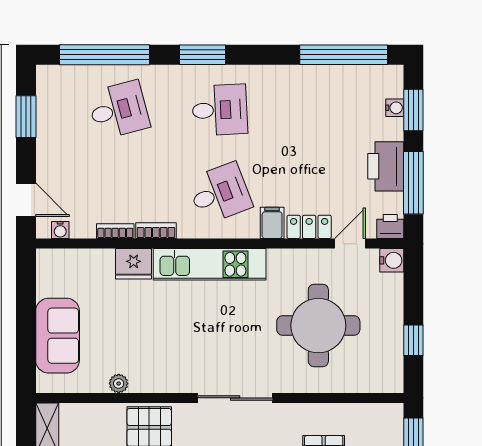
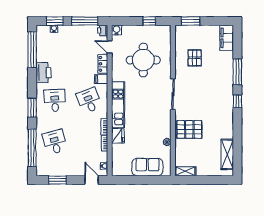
printer: (386, 166) -> (43, 73), moved, turned -90
door: (26, 200) -> (92, 180), hinge flipped

